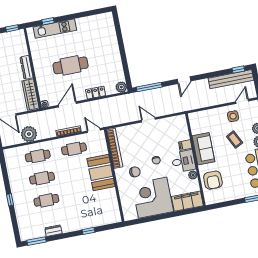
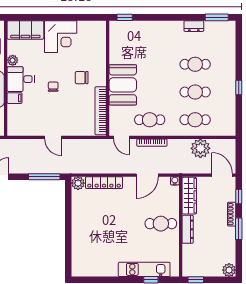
cafe table: (71, 65) -> (161, 224), moved, width x0.73, depth x0.74
locker: (96, 93) -> (104, 183), width x1.53
corner desk: (153, 198) -> (61, 37), width x0.74, depth x0.74
window: (10, 200) -> (239, 87), moved
window: (89, 231) -> (125, 17), moved

